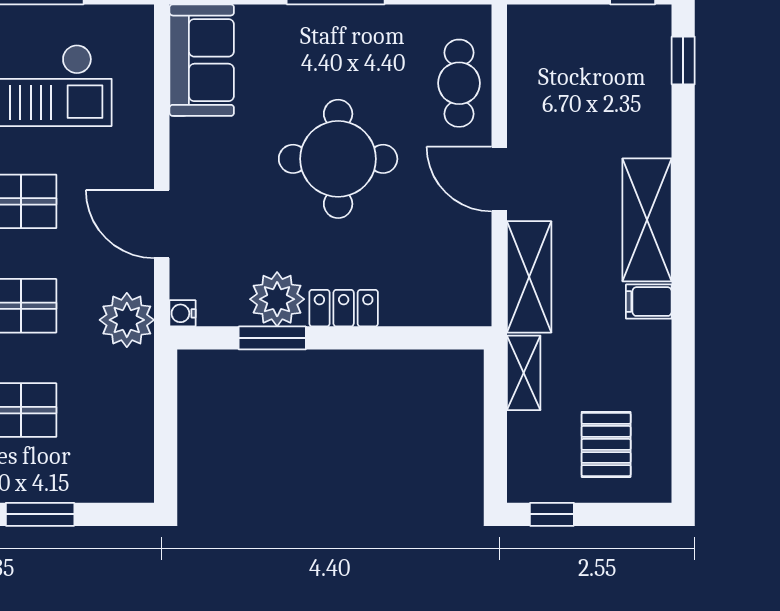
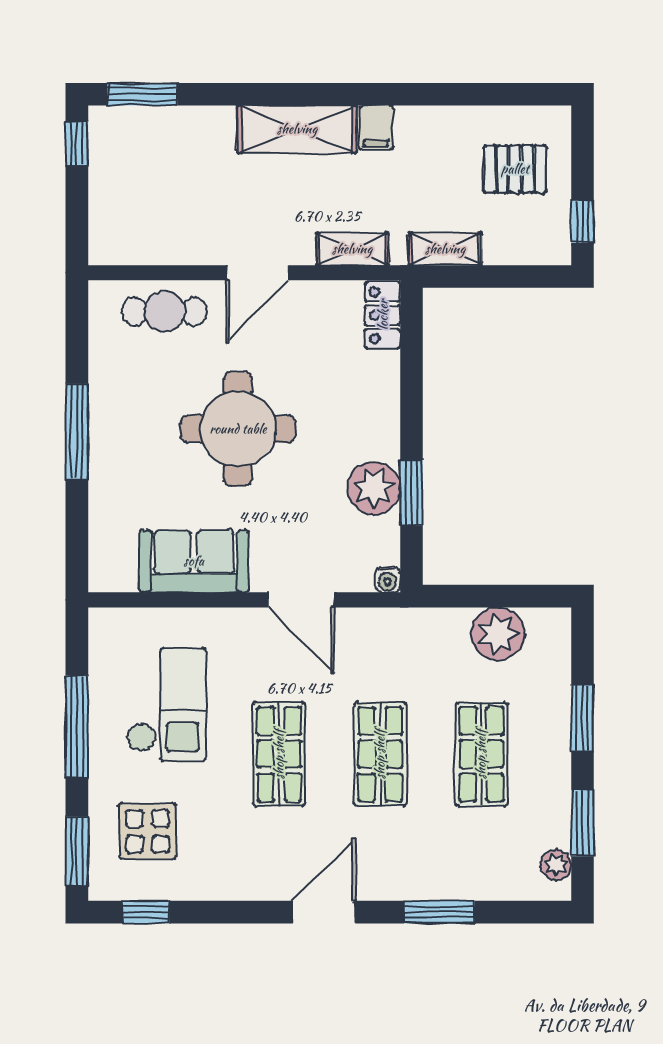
sofa: (202, 60) -> (194, 561), moved
window: (683, 61) -> (143, 94), width x1.50
door: (162, 224) -> (301, 600), hinge flipped
shelving: (529, 277) -> (352, 249), width x0.67, depth x0.75
locker: (344, 308) -> (383, 315), moved
plant: (127, 320) -> (498, 634), moved

